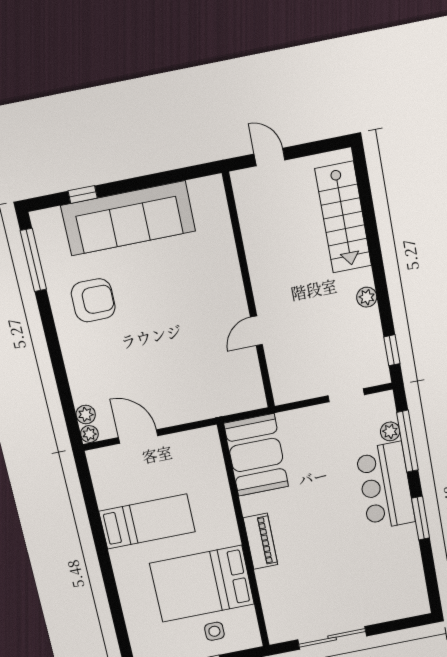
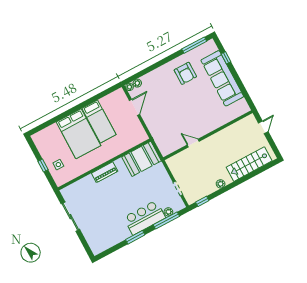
bed: (202, 584) -> (79, 134), moved, turned 180

